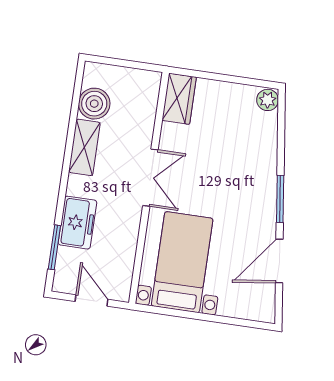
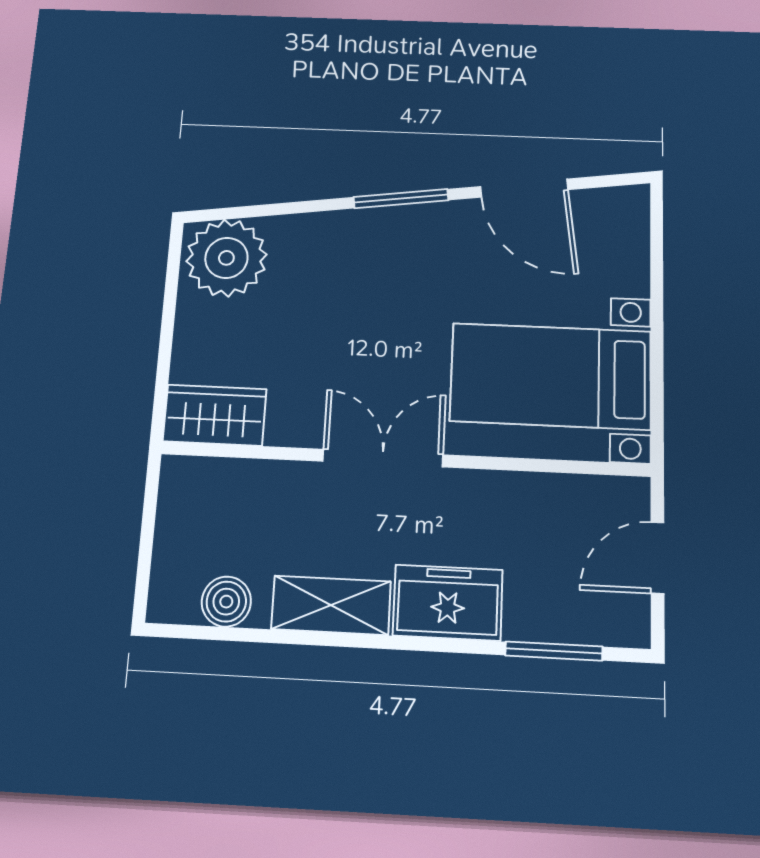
plant: (268, 100) -> (226, 258), width x1.88, depth x1.88
boiler: (94, 104) -> (226, 602), width x0.73, depth x0.73
freezer: (77, 223) -> (448, 603), moved

